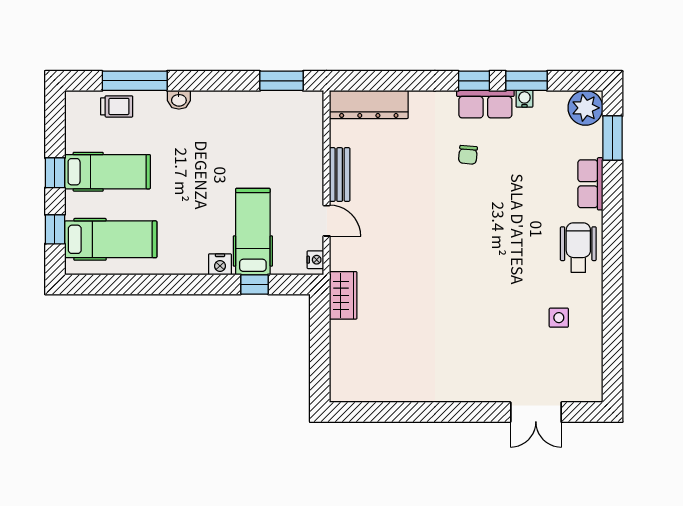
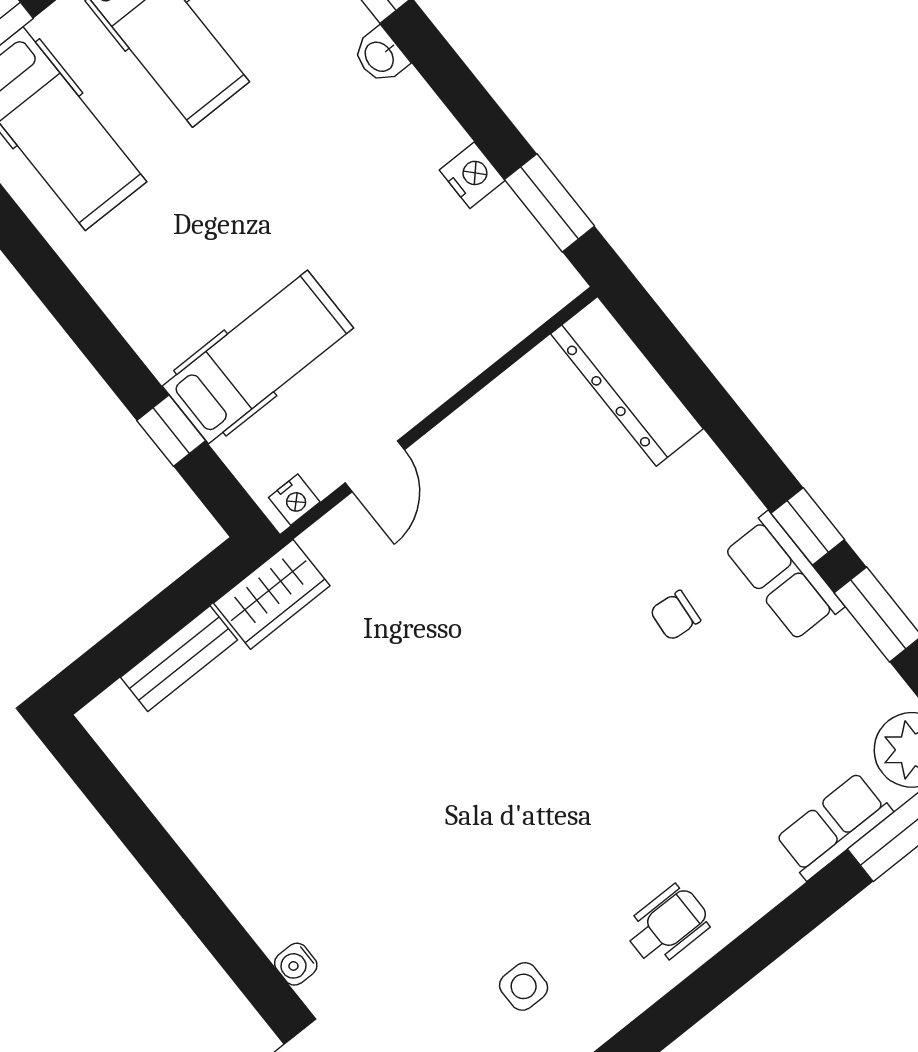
water cooler: (524, 99) -> (296, 964), moved, turned 180
bench: (340, 175) -> (179, 659), moved
row of seats: (590, 184) -> (834, 826), moved
wheelchair: (578, 248) -> (667, 925), width x0.73, depth x0.73
nightstand: (220, 264) -> (472, 175), moved, turned 180

